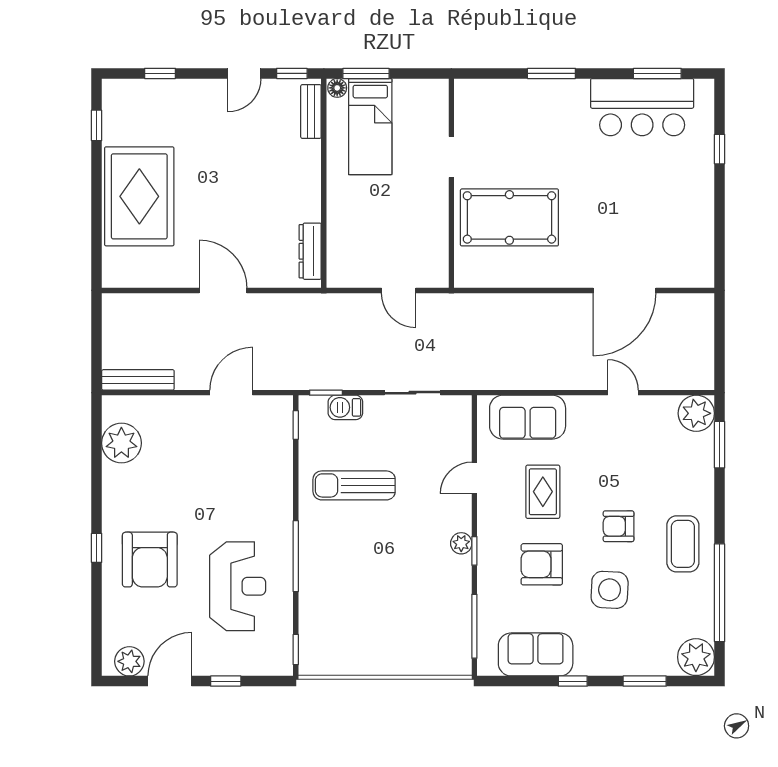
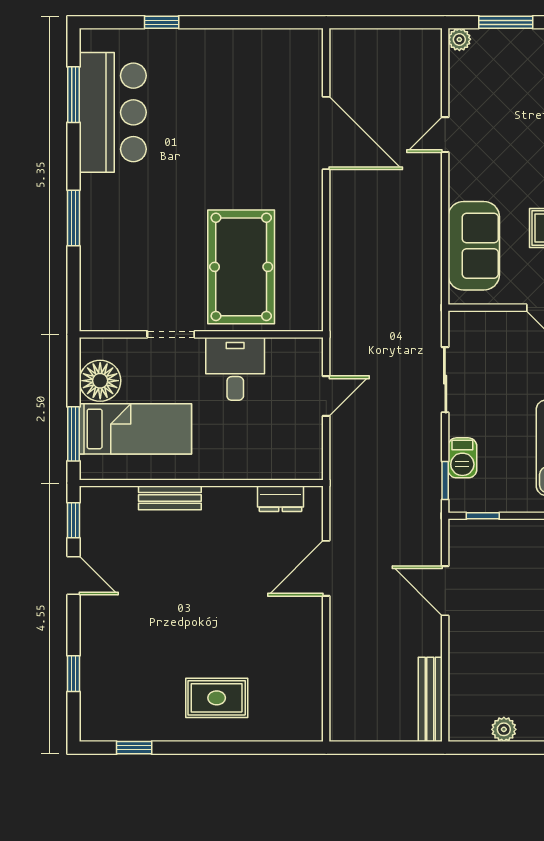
floor lamp: (337, 88) -> (100, 381), moved, width x1.89, depth x1.89
bench: (311, 111) -> (170, 498), moved
rug: (139, 196) -> (217, 698), width x0.54, depth x0.49
desk: (422, 212) -> (235, 369), added
dresser: (310, 251) -> (281, 499), width x0.70
door: (223, 290) -> (326, 568), moved
plant: (696, 413) -> (459, 39), width x0.53, depth x0.53
plant: (121, 443) -> (504, 729), width x0.53, depth x0.53

